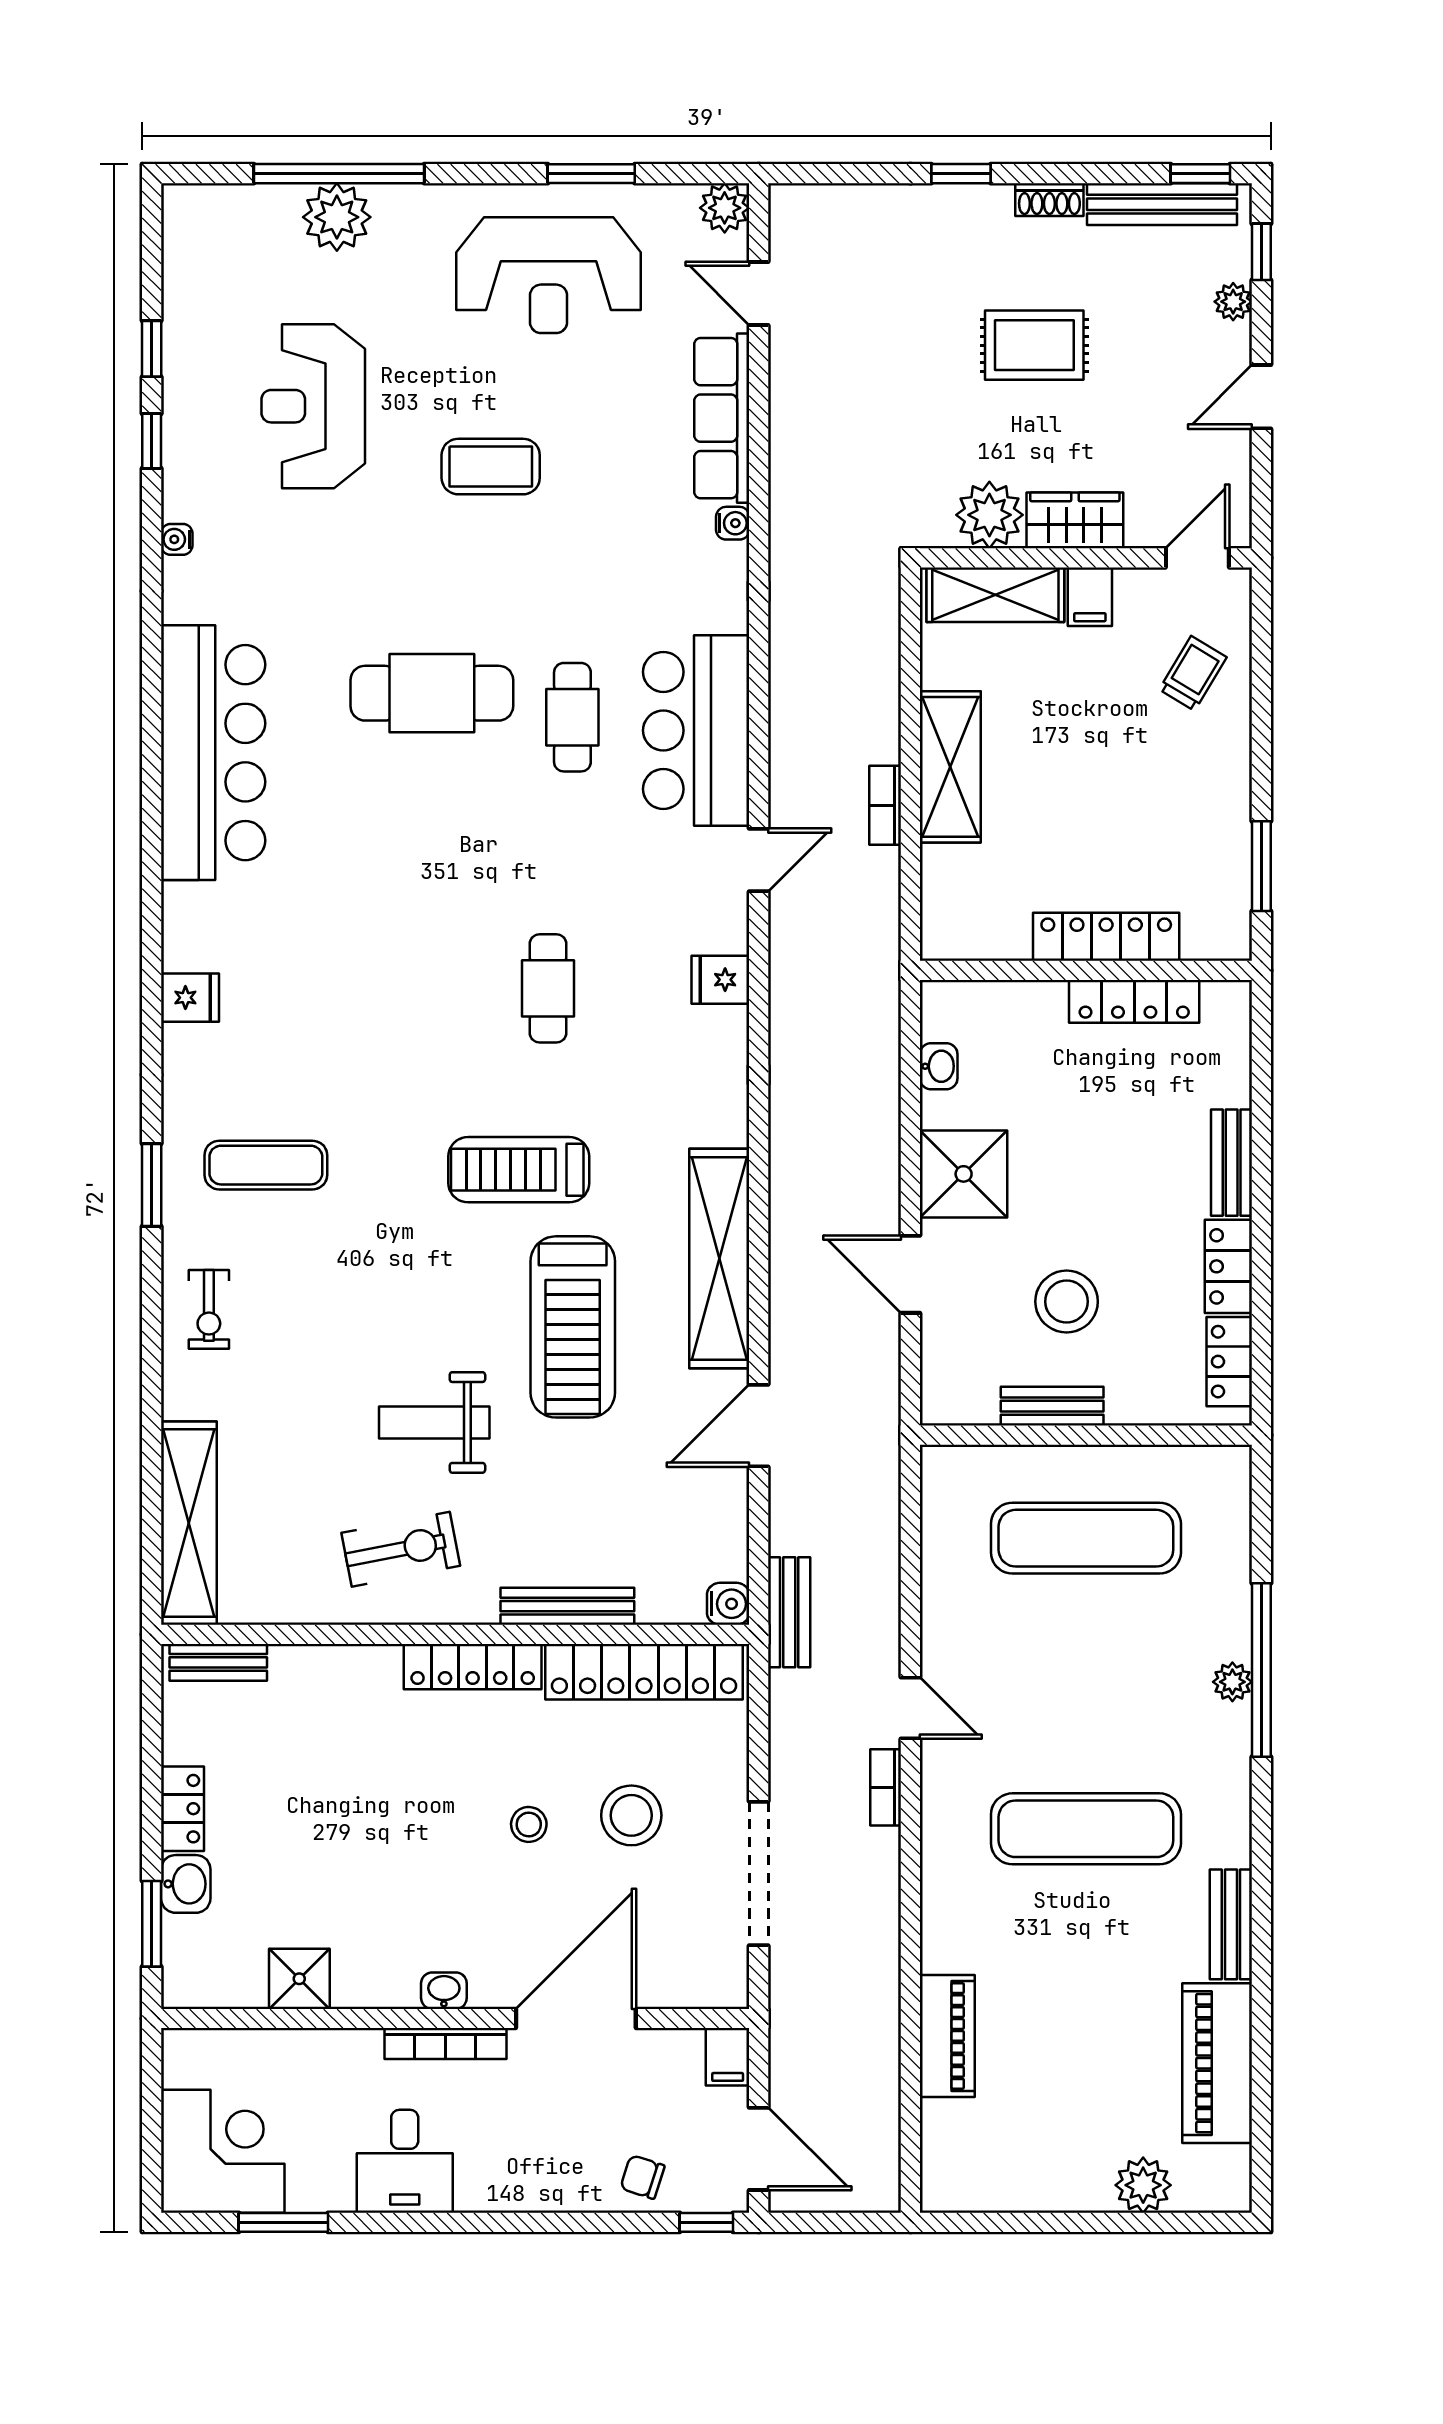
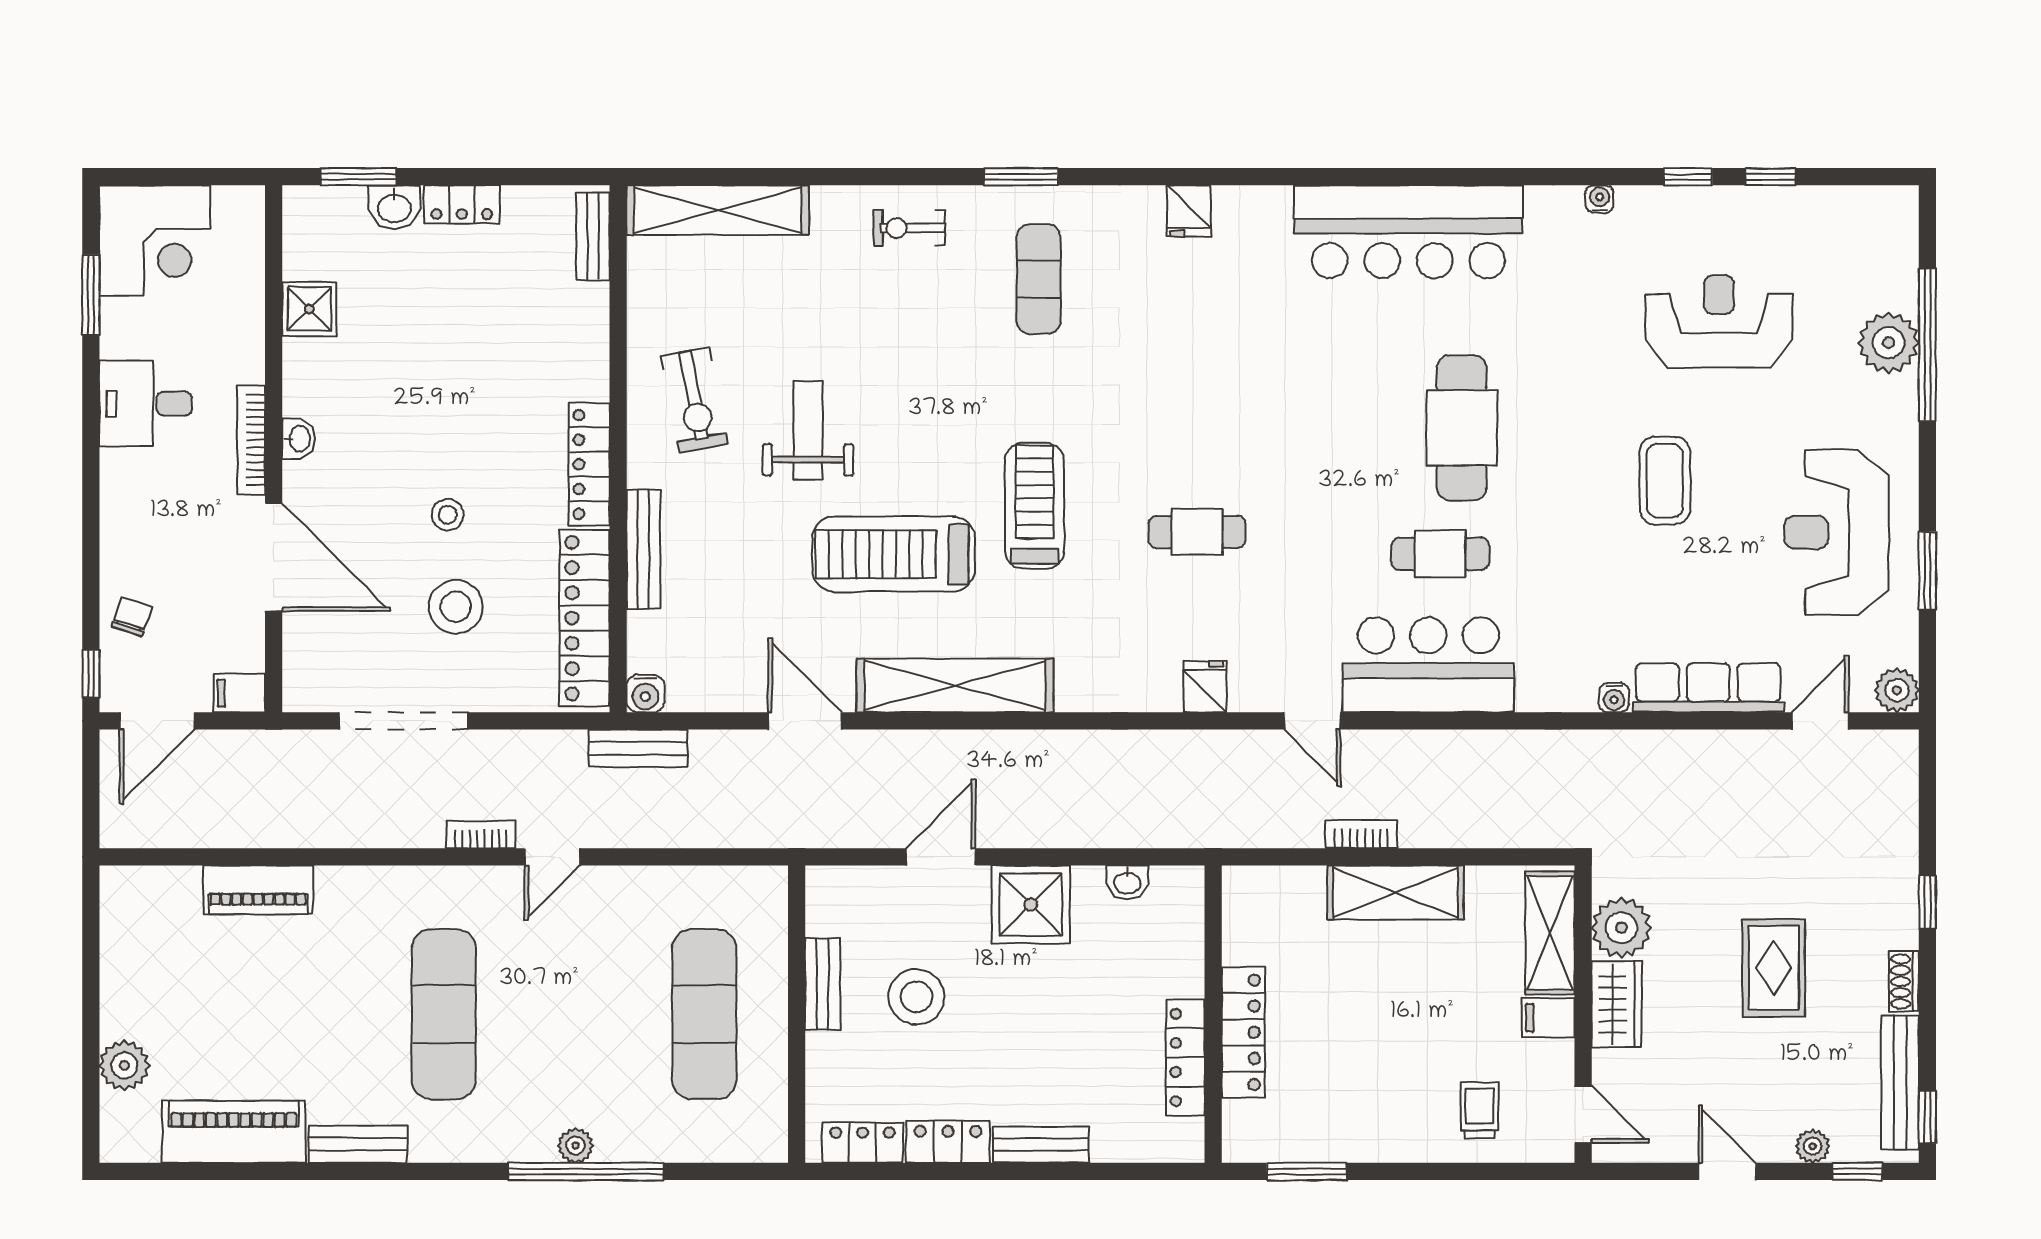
trolley: (1193, 673) -> (1479, 1110), turned -121

